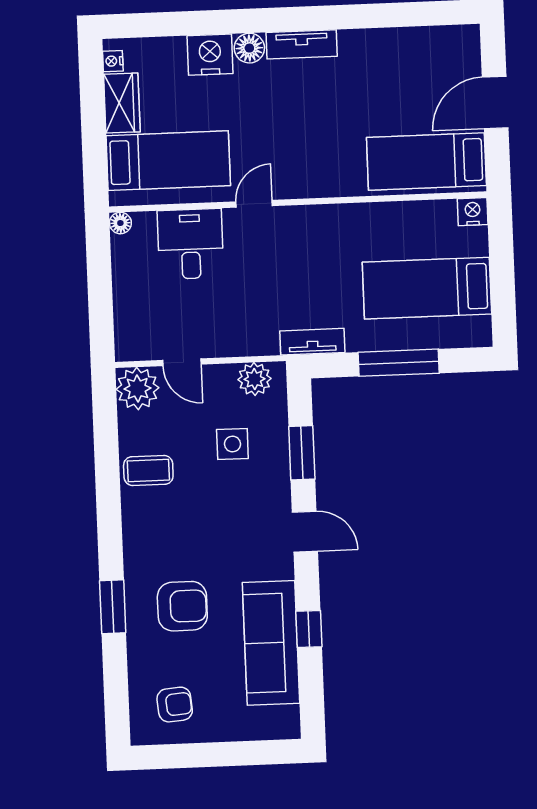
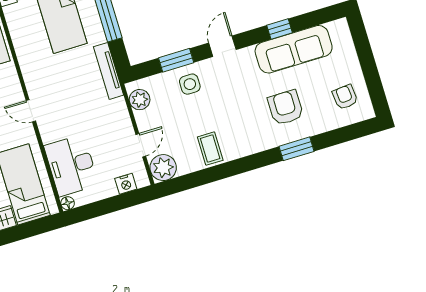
door: (254, 204) -> (31, 111), moved
desk: (190, 244) -> (71, 165), width x1.37
nightstand: (127, 323) -> (126, 184), added
tv unit: (312, 342) -> (109, 71), width x1.41
side table: (232, 444) -> (190, 84), moved

